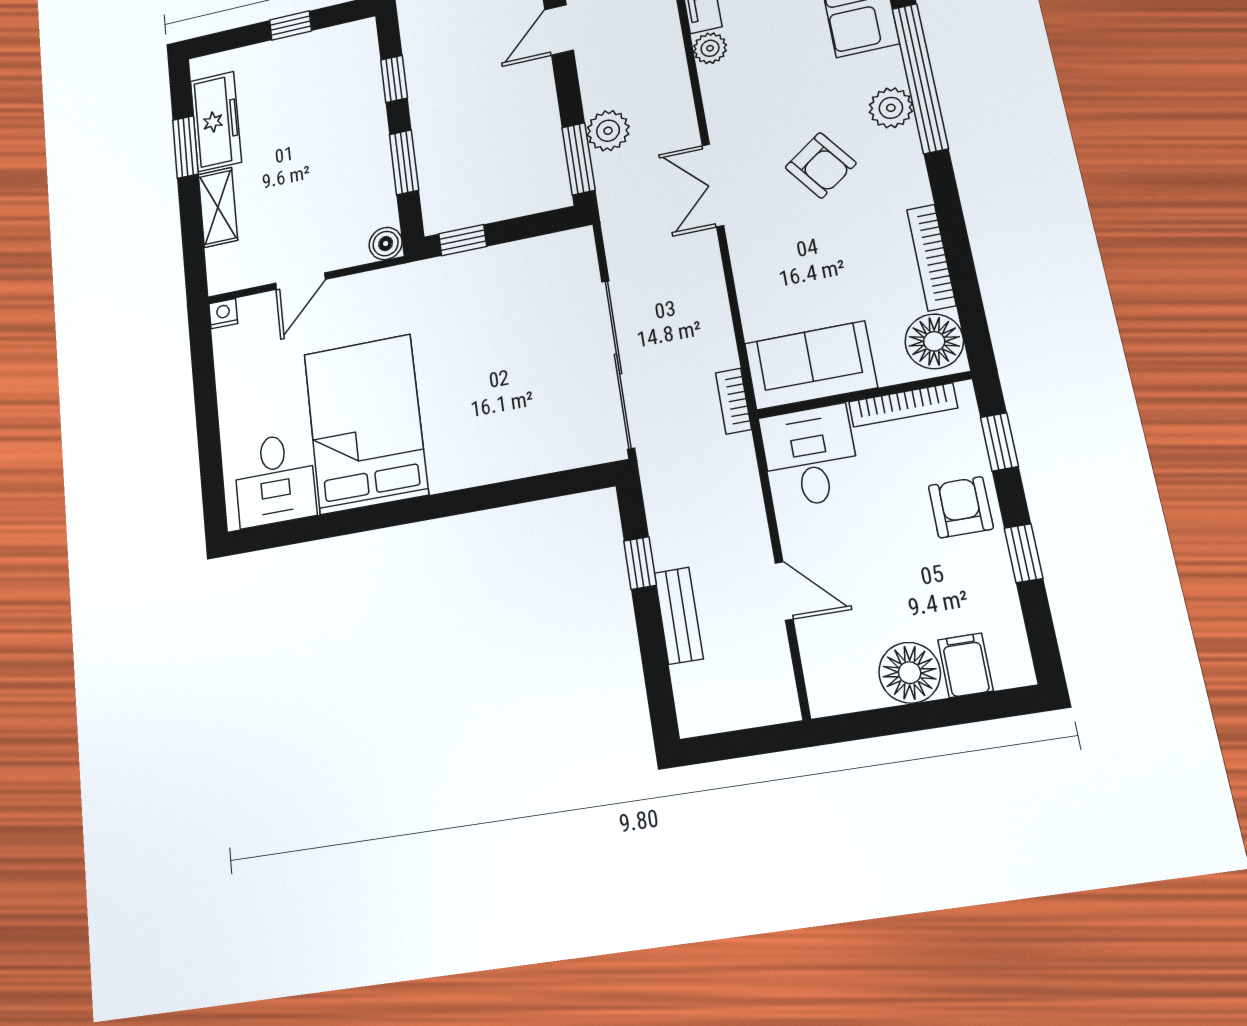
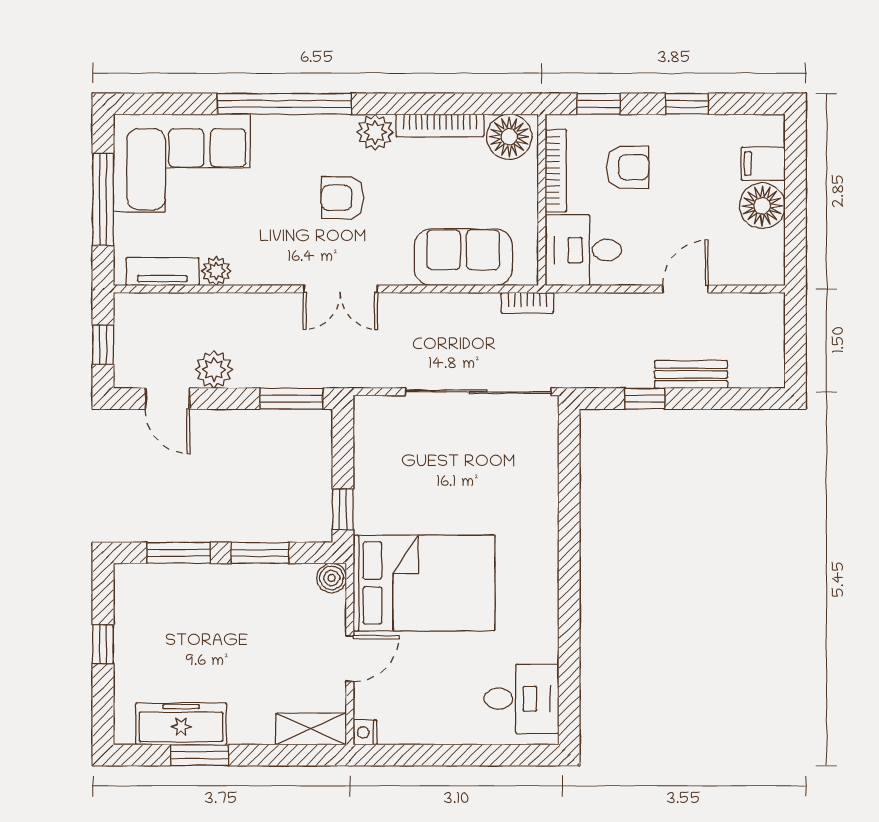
window: (394, 79) -> (179, 553), width x1.50
plant: (891, 108) -> (375, 132), moved
plant: (608, 131) -> (214, 370), moved
armchair: (821, 165) -> (342, 198), turned -144
shelving: (218, 207) -> (311, 729), moved
door: (300, 281) -> (350, 659), hinge flipped
sofa: (811, 365) -> (463, 257), moved, turned 90
bed: (366, 424) -> (424, 583), moved, turned 180
armchair: (961, 507) -> (628, 167), moved, turned 180

